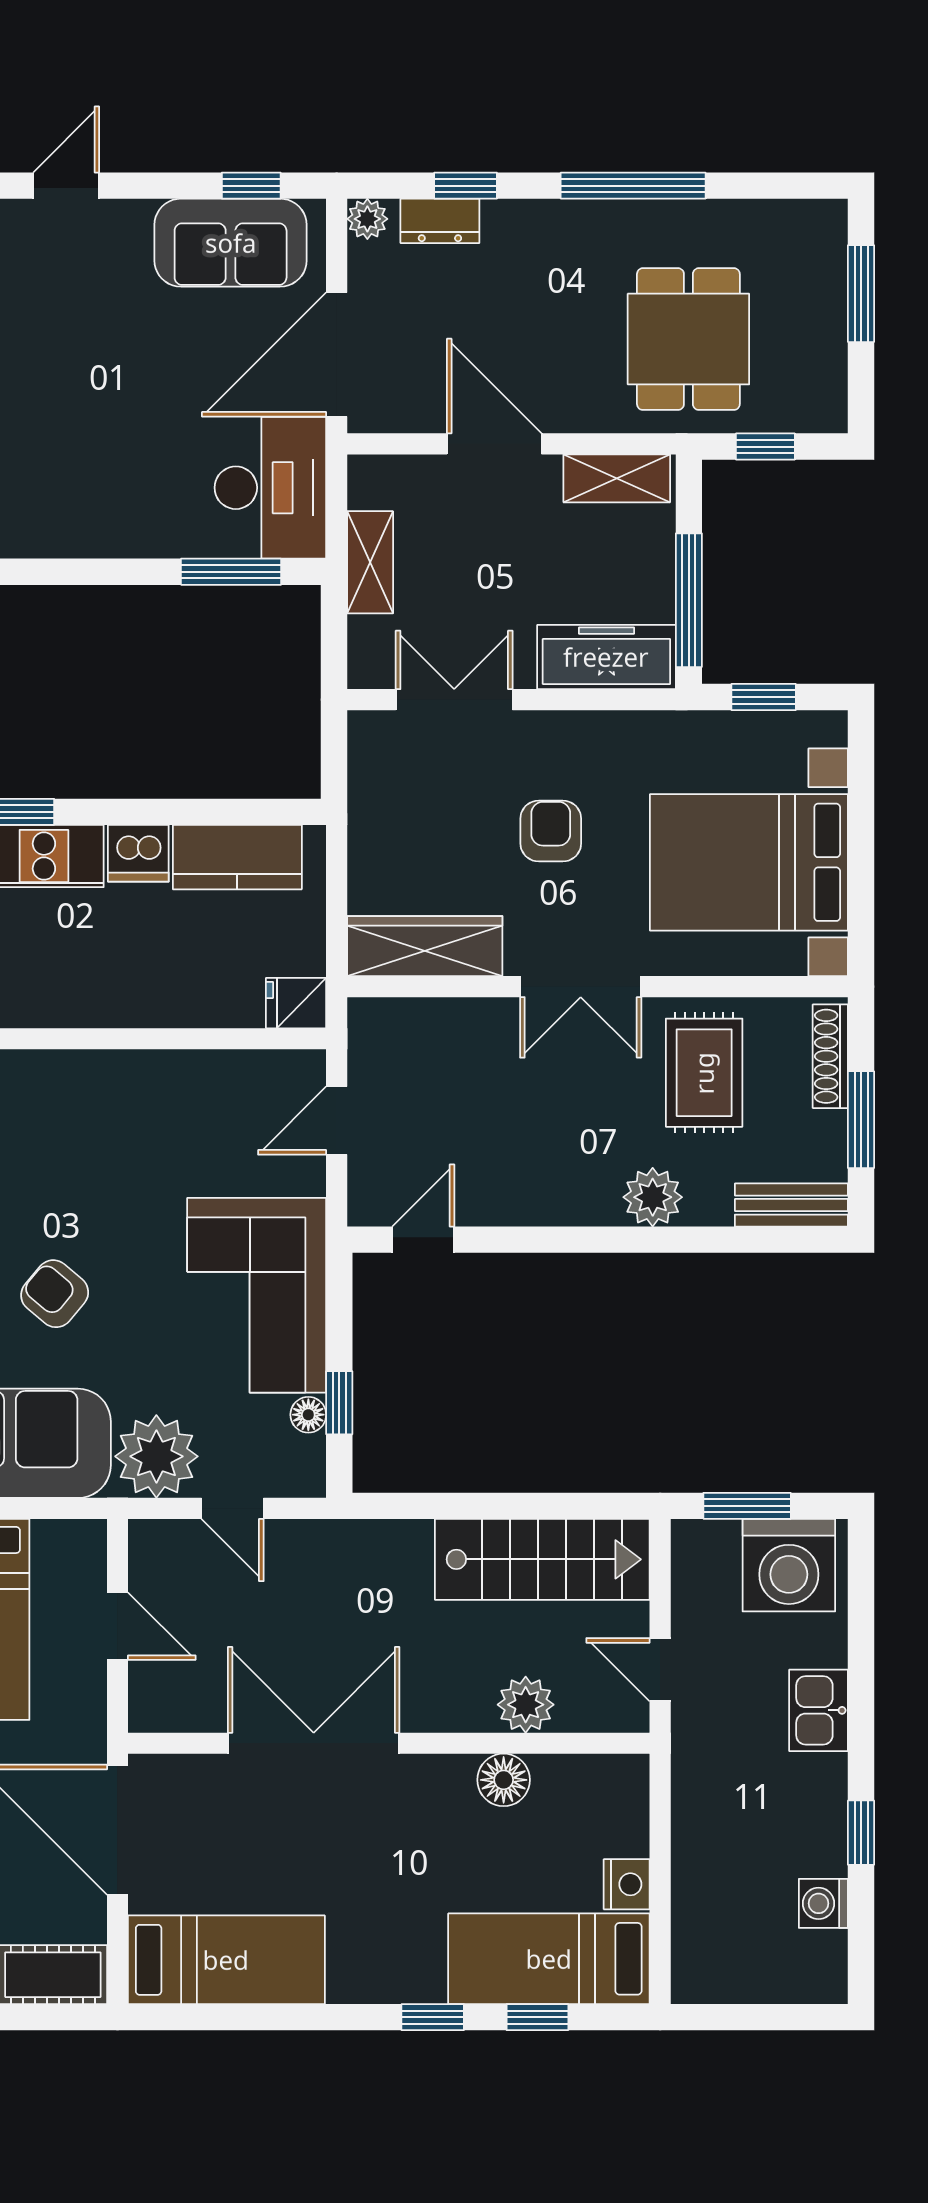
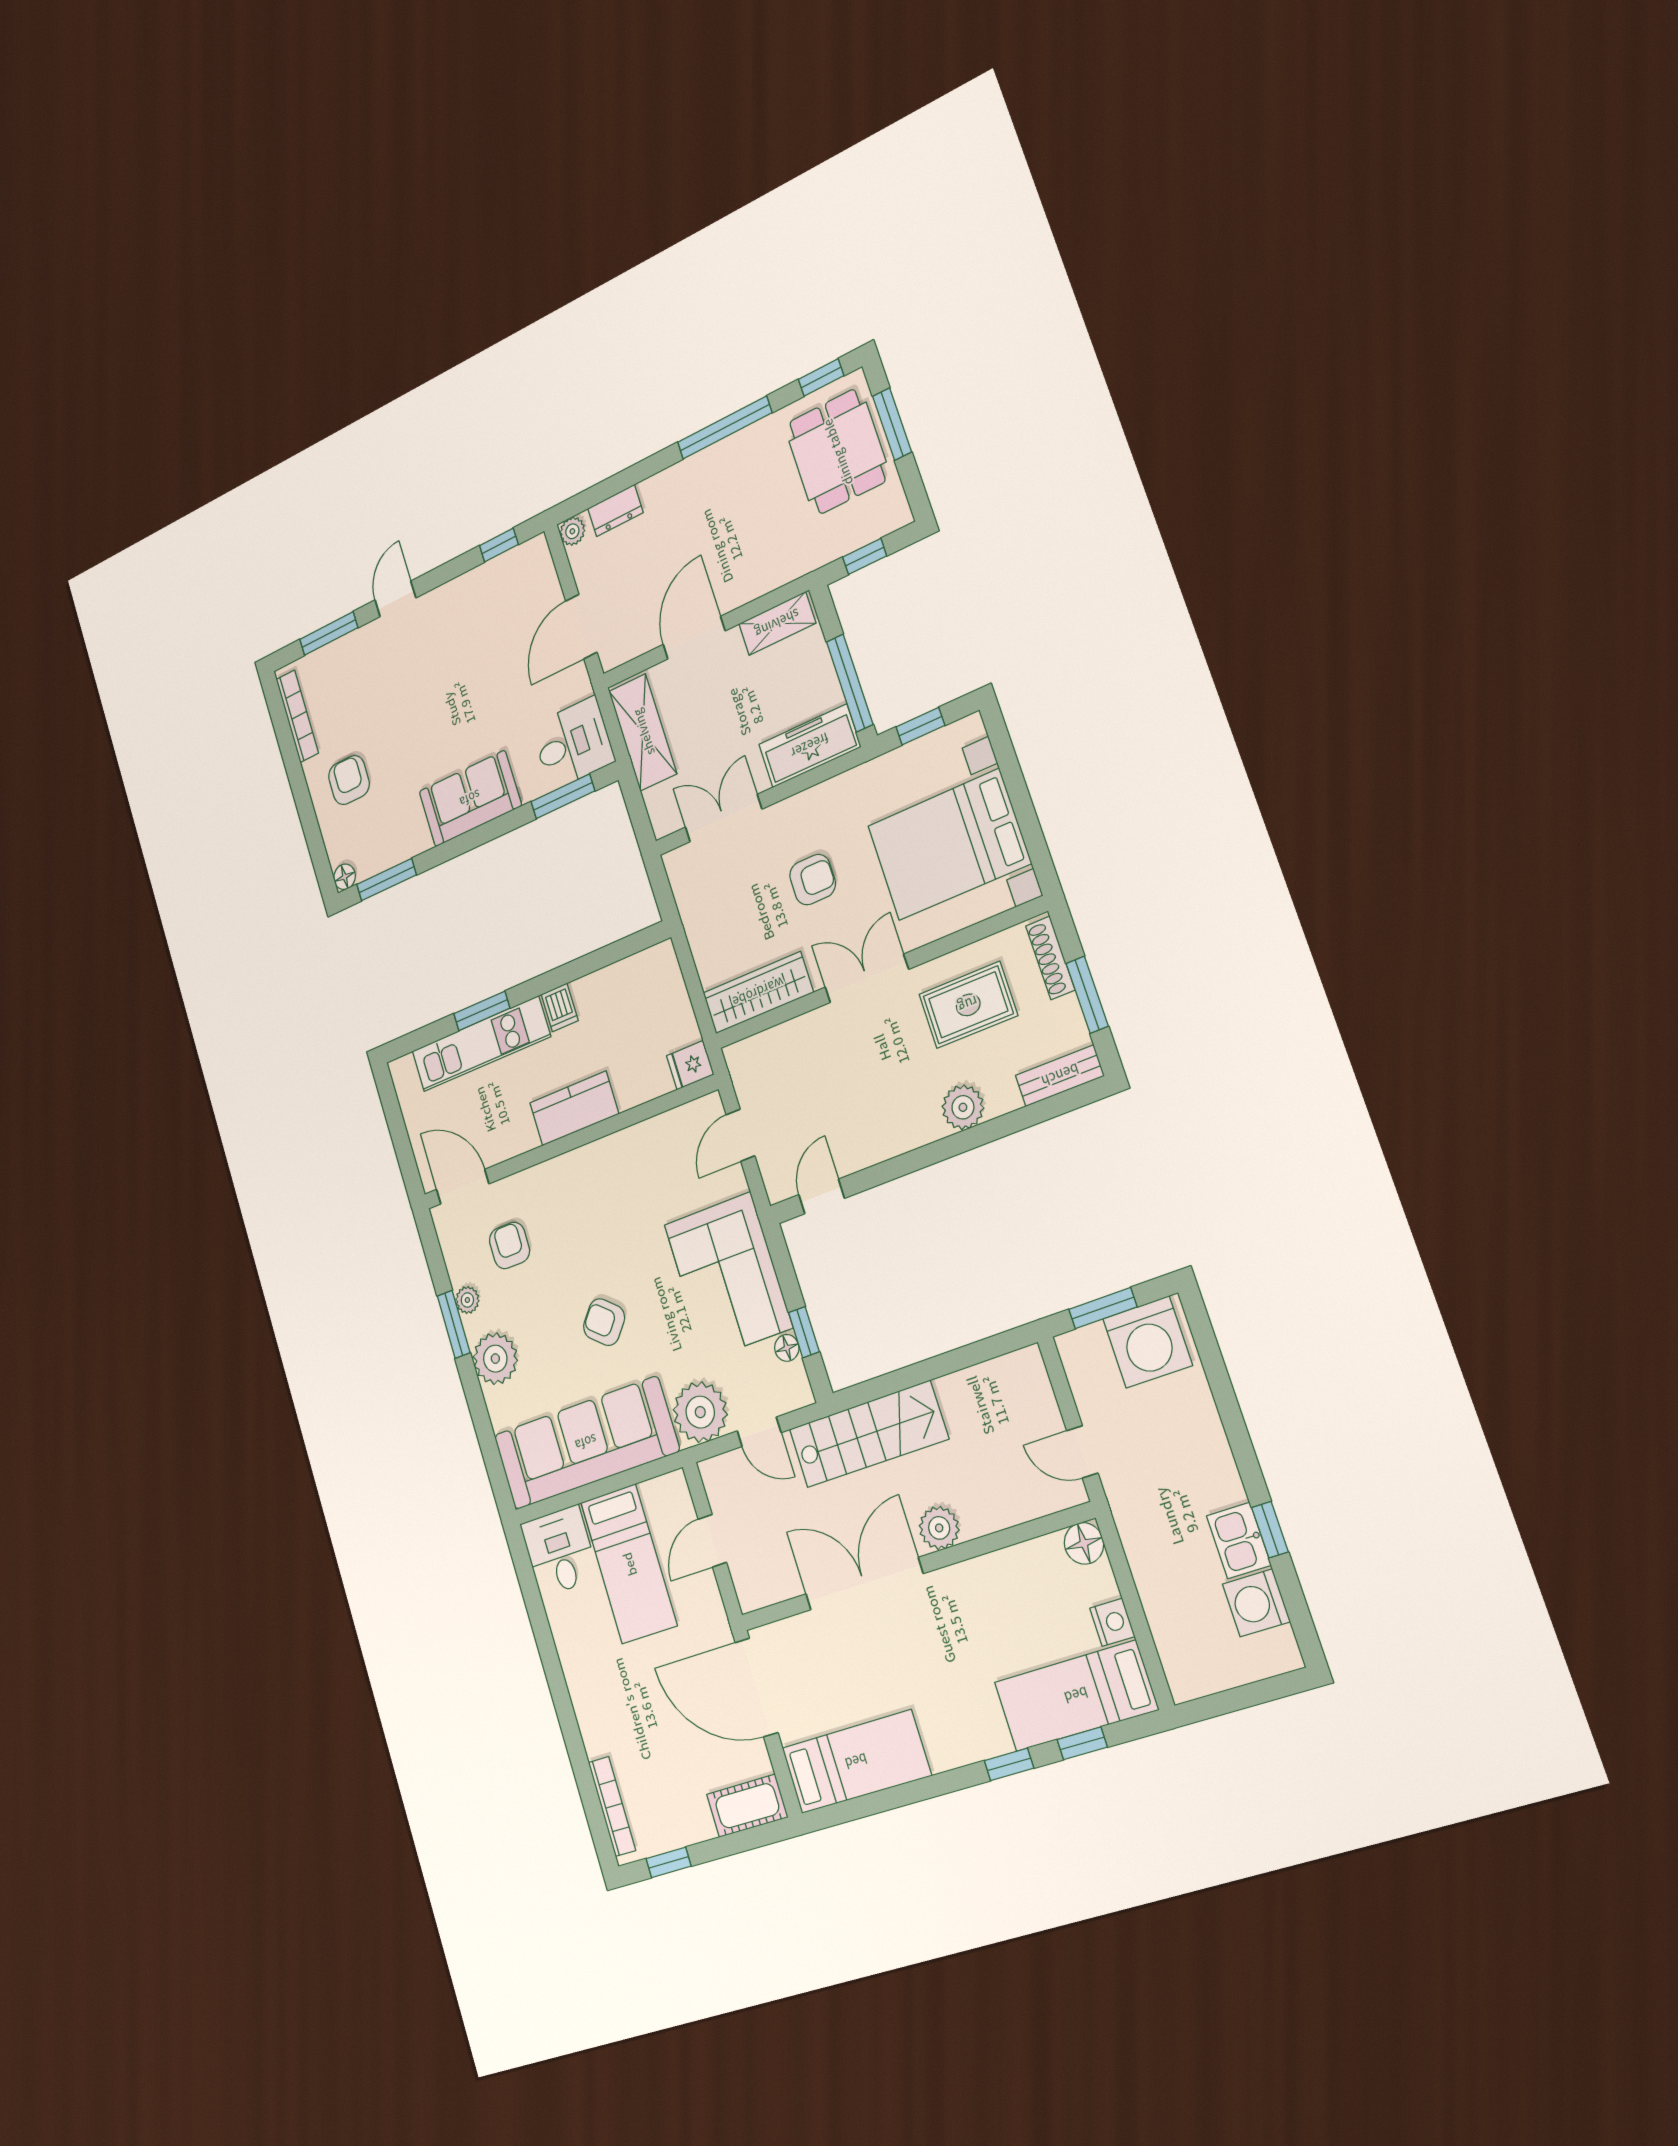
window: (466, 186) -> (821, 377), moved
sofa: (231, 243) -> (470, 799), moved, turned 180
dining table: (688, 339) -> (837, 452), moved
door: (337, 355) -> (581, 627), width x0.73
door: (494, 444) -> (694, 638), hinge flipped
desk: (270, 488) -> (573, 744), width x0.73
shelving: (370, 562) -> (643, 732), width x1.50, depth x1.33
armchair: (551, 831) -> (813, 880), turned 90
dishwasher: (138, 853) -> (560, 1007), width x0.73
kitchen counter: (237, 857) -> (574, 1108), moved, turned 180
double door: (581, 987) -> (867, 978), swing flipped
rug: (704, 1073) -> (968, 1005), turned 90
stairs: (542, 1559) -> (868, 1434), moved
door: (117, 1626) -> (712, 1541), swing flipped
plant: (526, 1705) -> (939, 1528), moved
kitchen sink: (819, 1710) -> (1239, 1541), moved
floor lamp: (504, 1780) -> (1084, 1543), moved
washing machine: (823, 1903) -> (1256, 1603), width x1.38, depth x1.38

